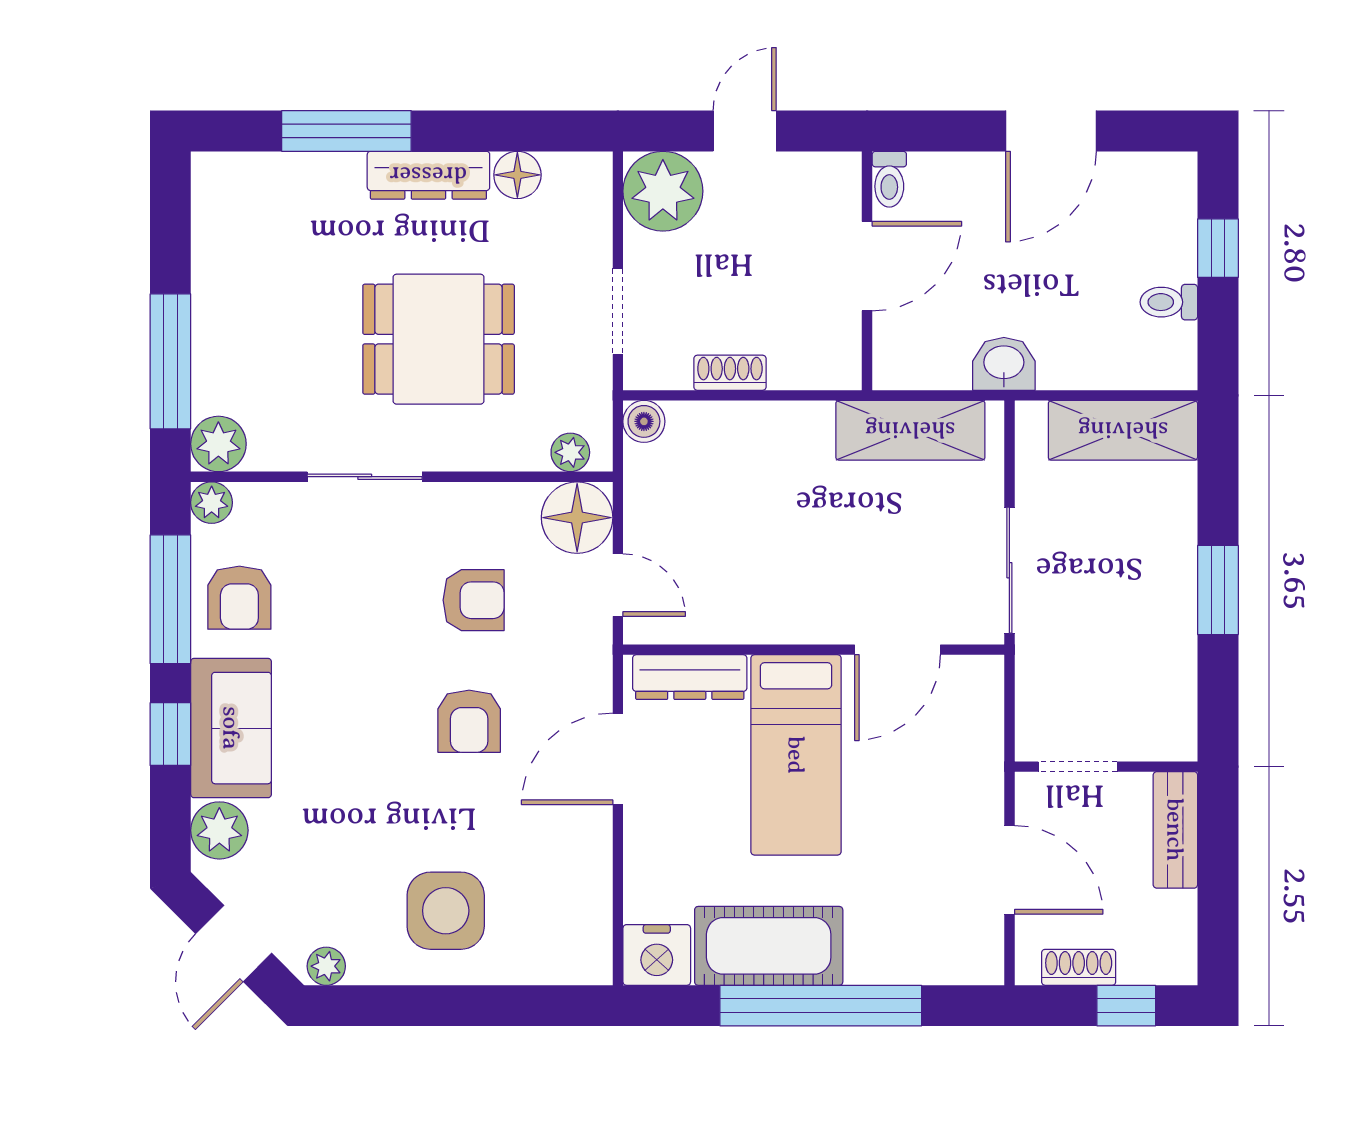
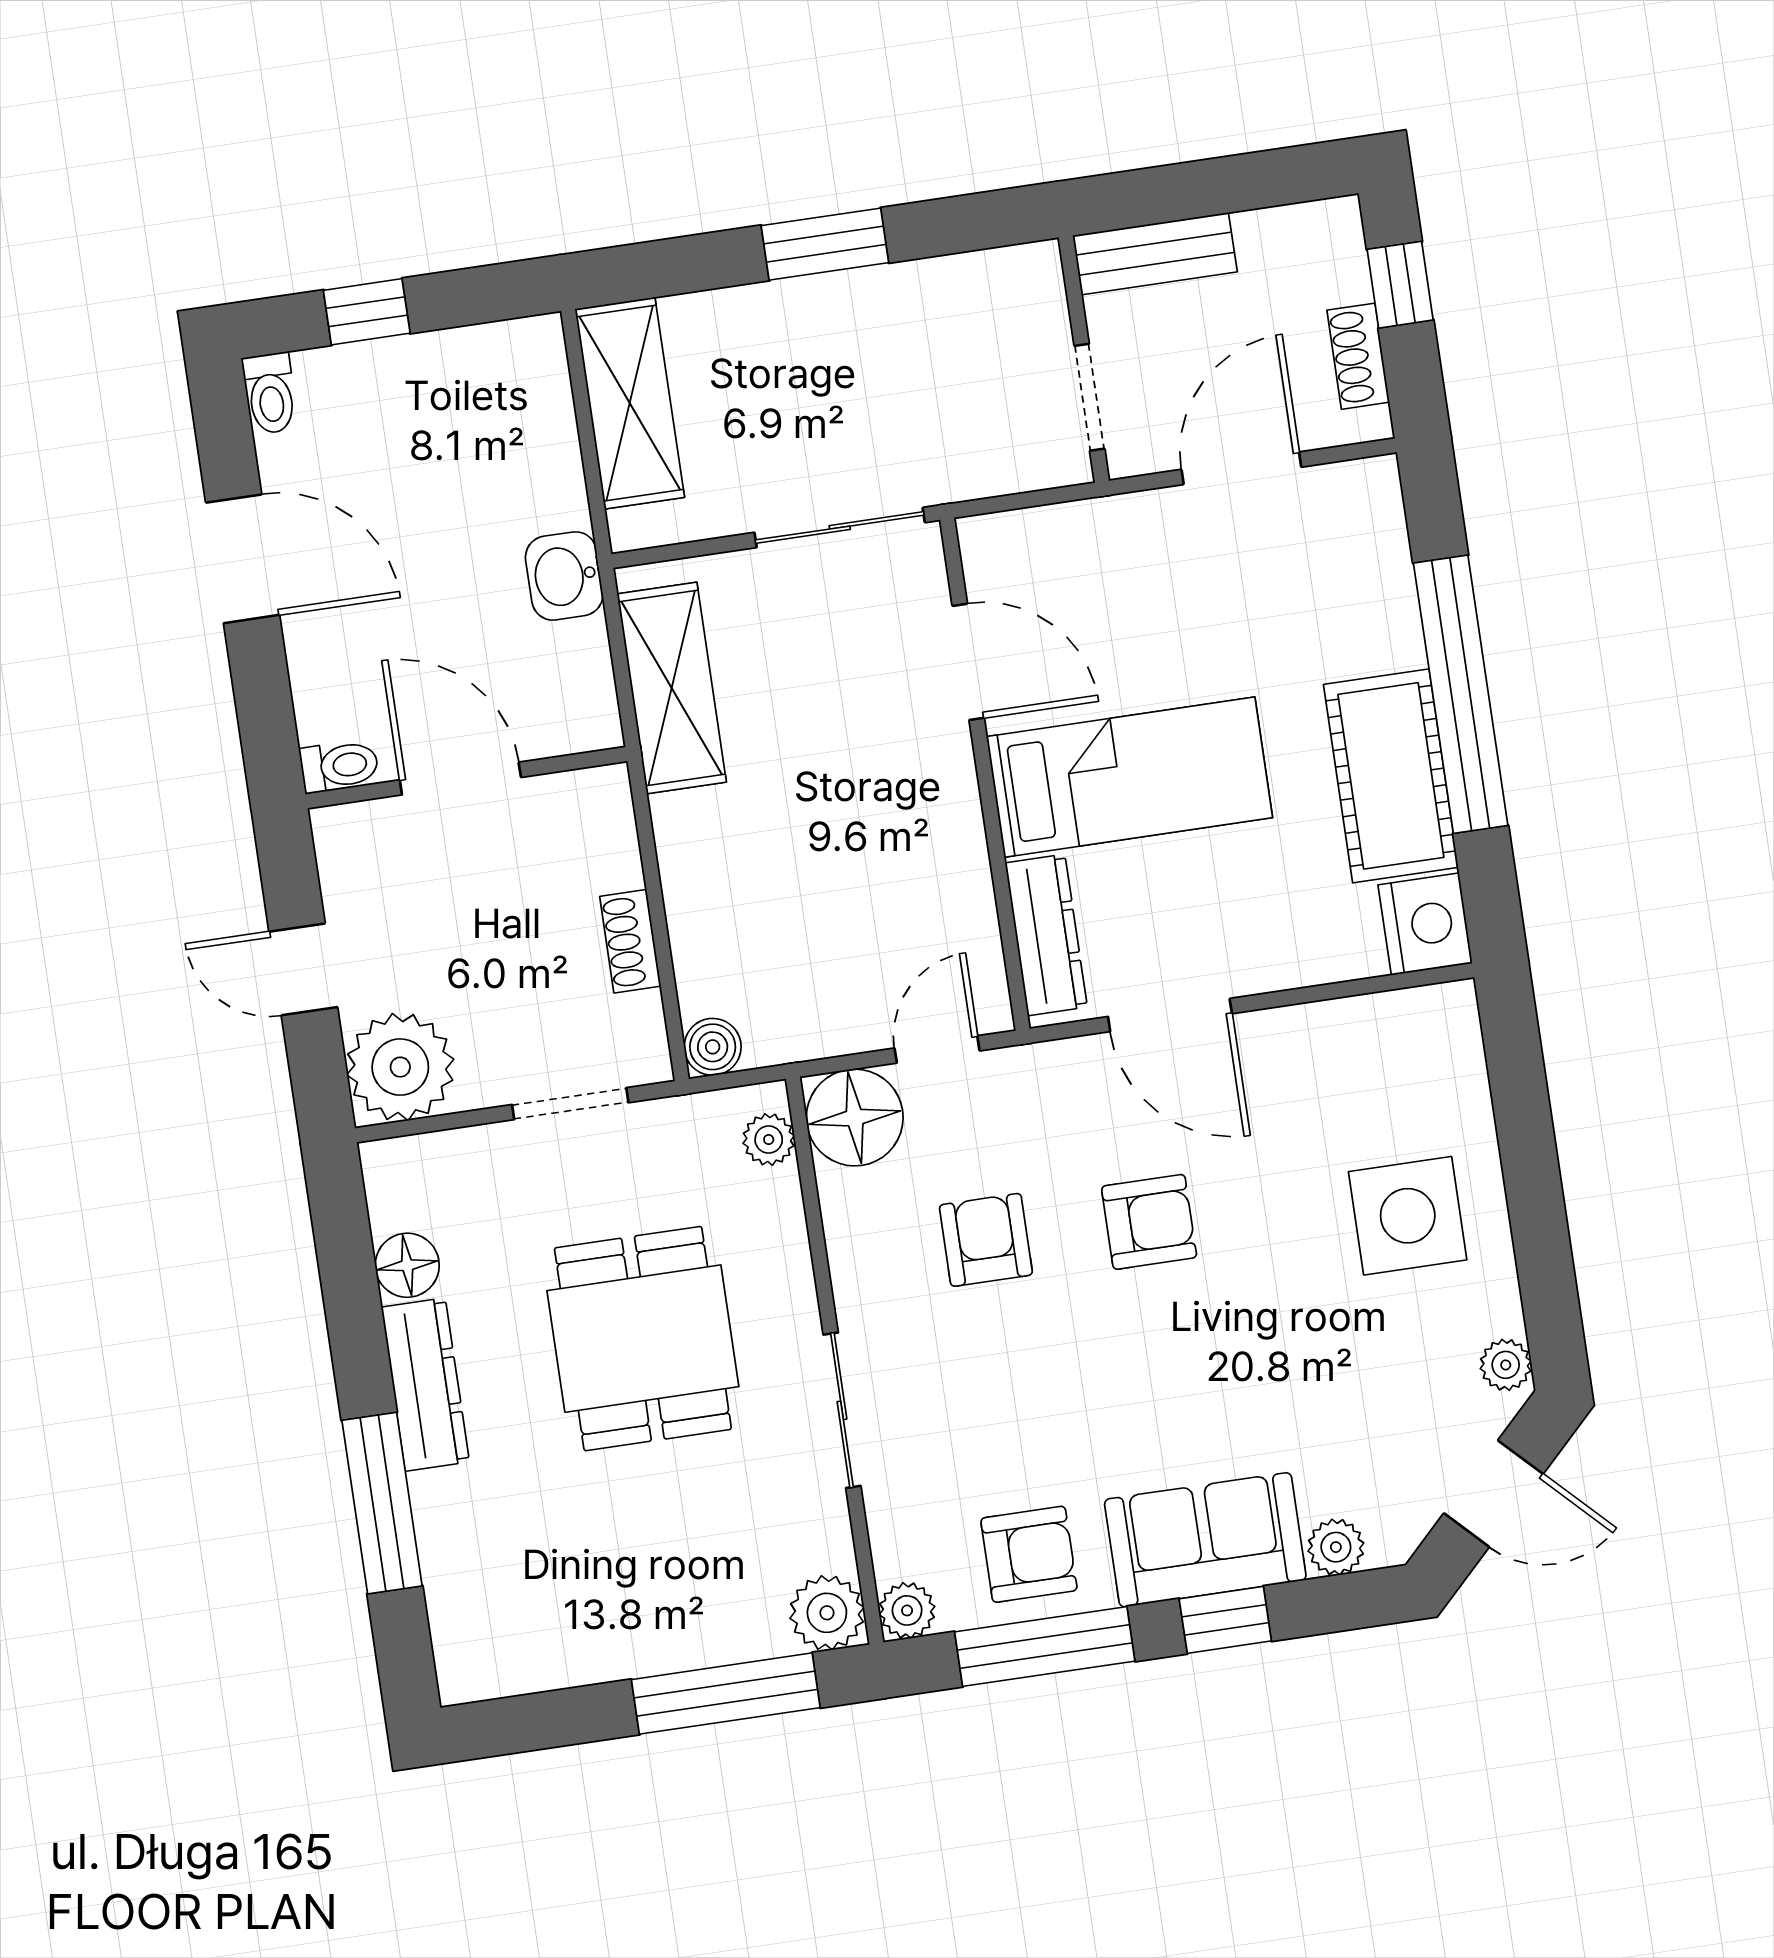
toilet: (1169, 302) -> (270, 393), moved
plant: (219, 830) -> (1336, 1547), width x0.73, depth x0.73

